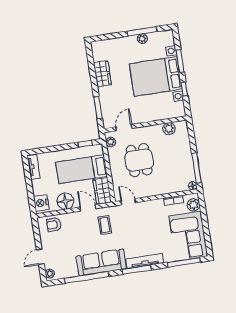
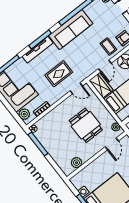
door: (88, 208) -> (105, 66), hinge flipped
coffee table: (105, 225) -> (108, 46), moved
rug: (137, 226) -> (59, 74), added

